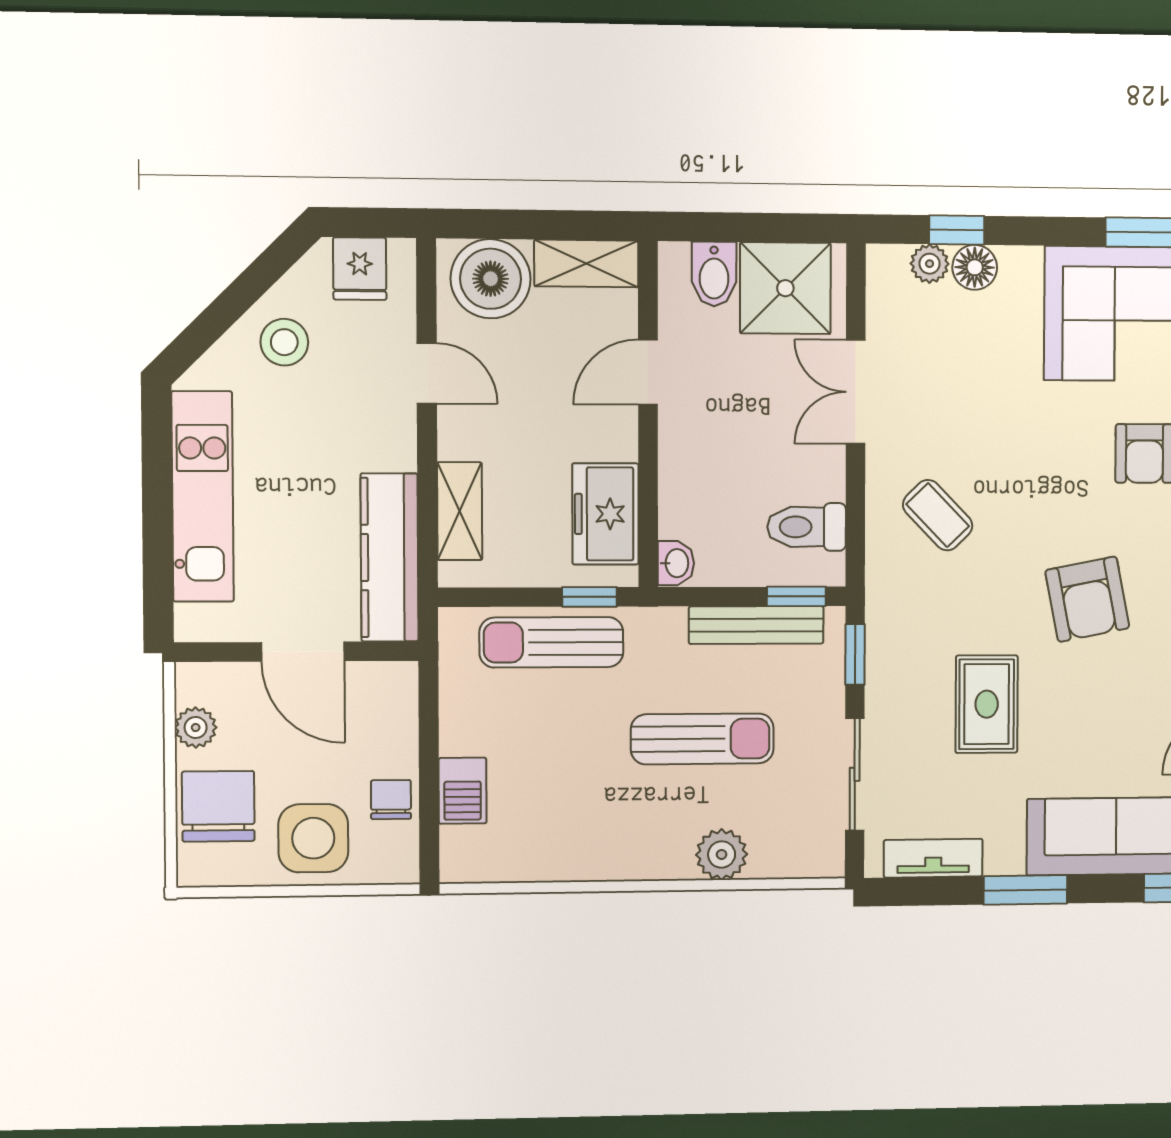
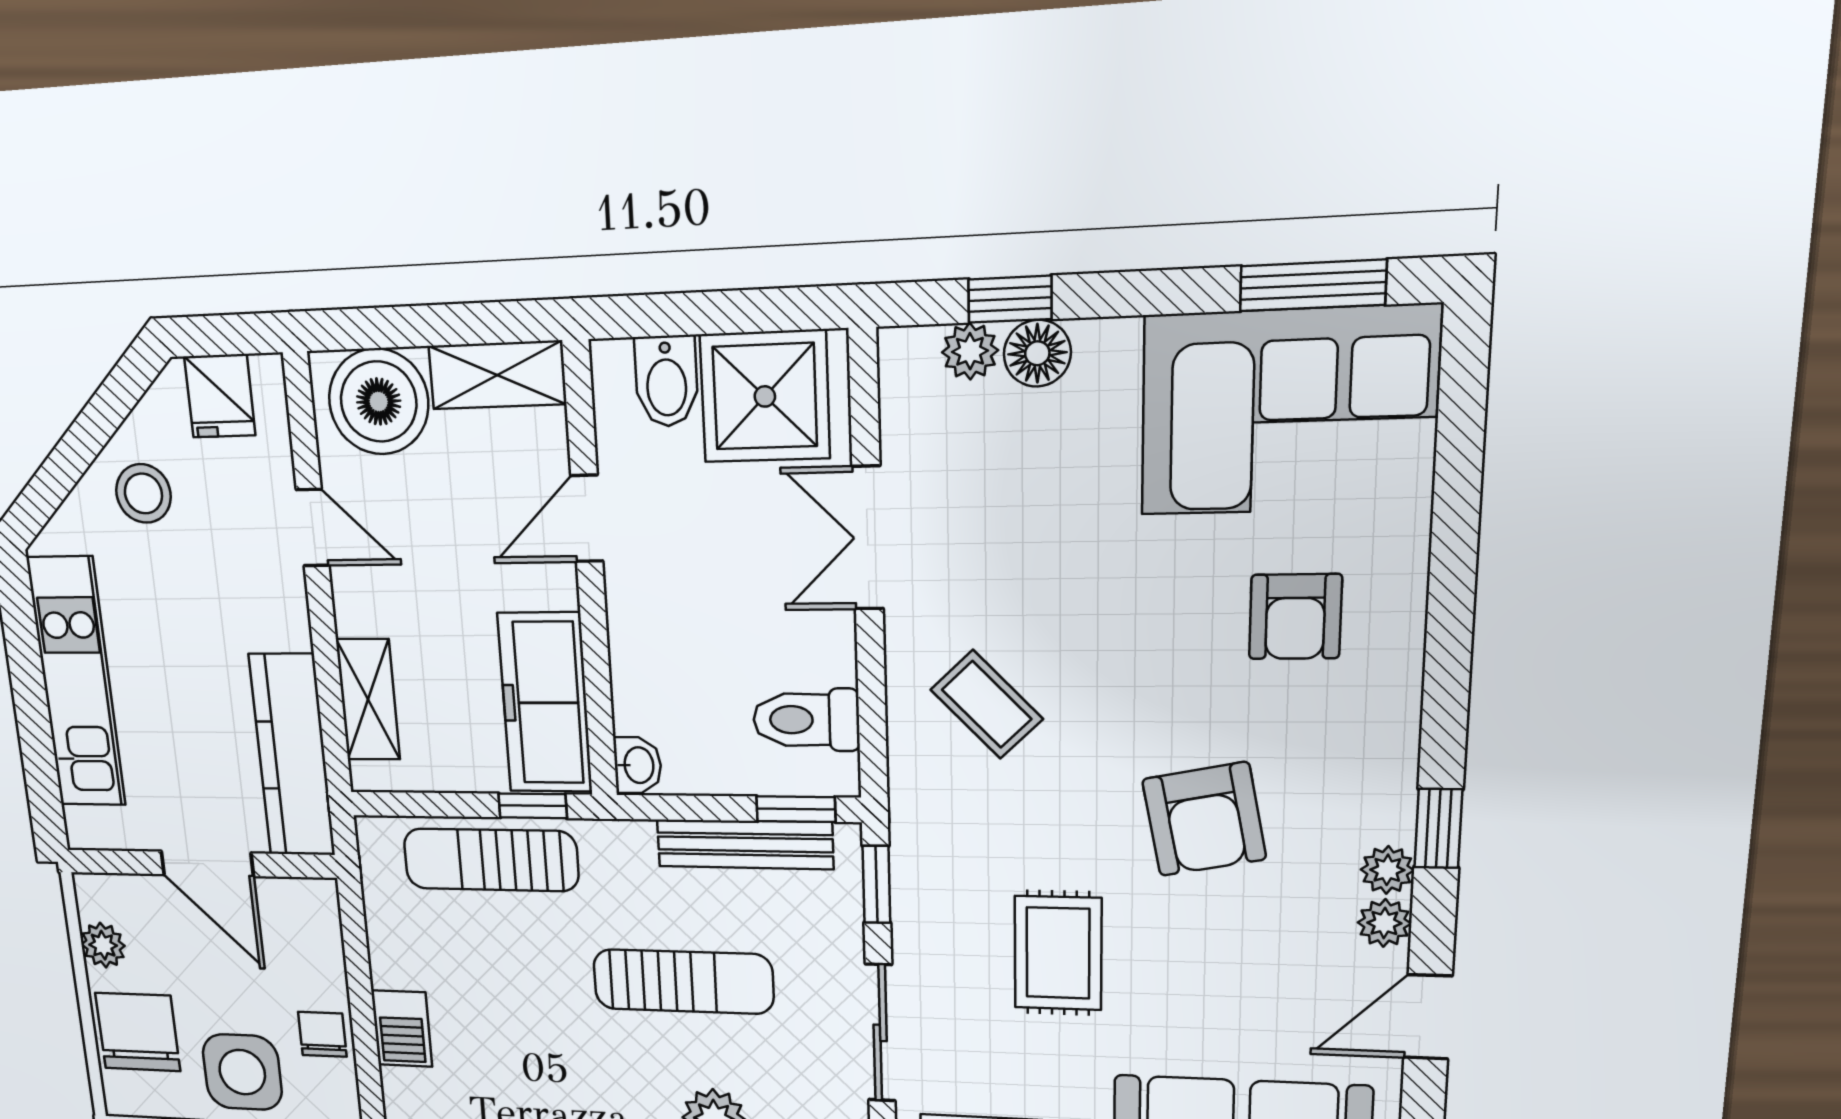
freezer: (605, 514) -> (545, 703), width x1.40

